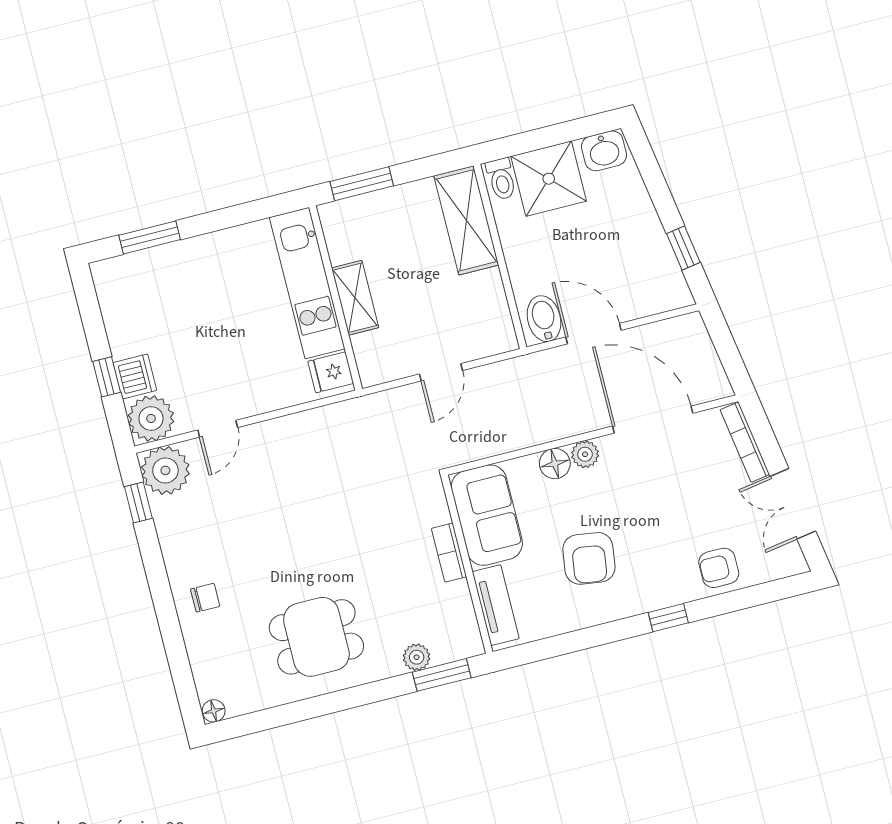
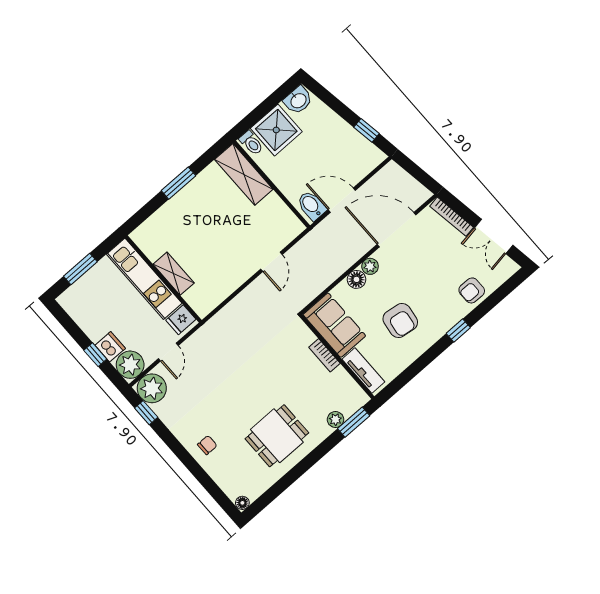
kitchen unit: (307, 283) -> (144, 279), moved
wall: (336, 298) -> (163, 279), moved
shelving: (355, 298) -> (174, 274), moved
fridge: (331, 372) -> (181, 320), moved

